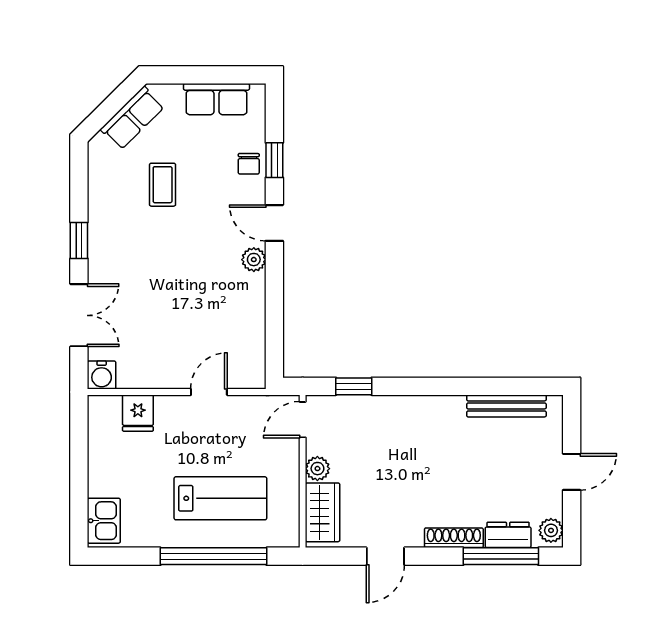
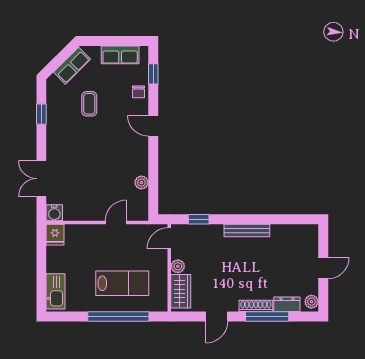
window: (274, 160) -> (153, 74), moved
window: (79, 240) -> (41, 114), moved
plant: (254, 260) -> (141, 183), moved
double door: (79, 315) -> (41, 179), swing flipped
bench: (506, 406) -> (247, 230), moved
fridge: (138, 413) -> (55, 235), moved
kitchen sink: (104, 521) -> (56, 291), width x1.38
window: (501, 556) -> (267, 316), moved

